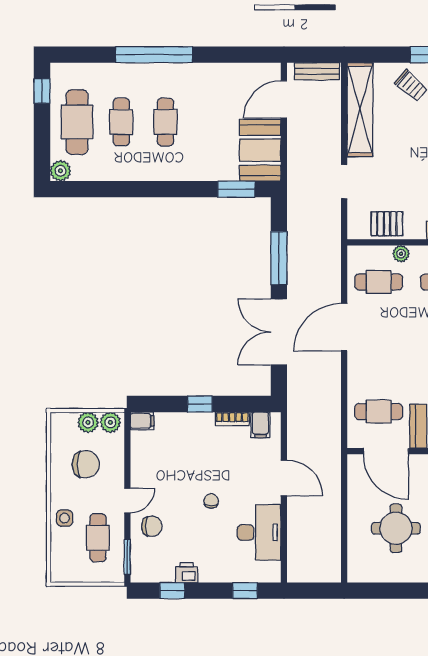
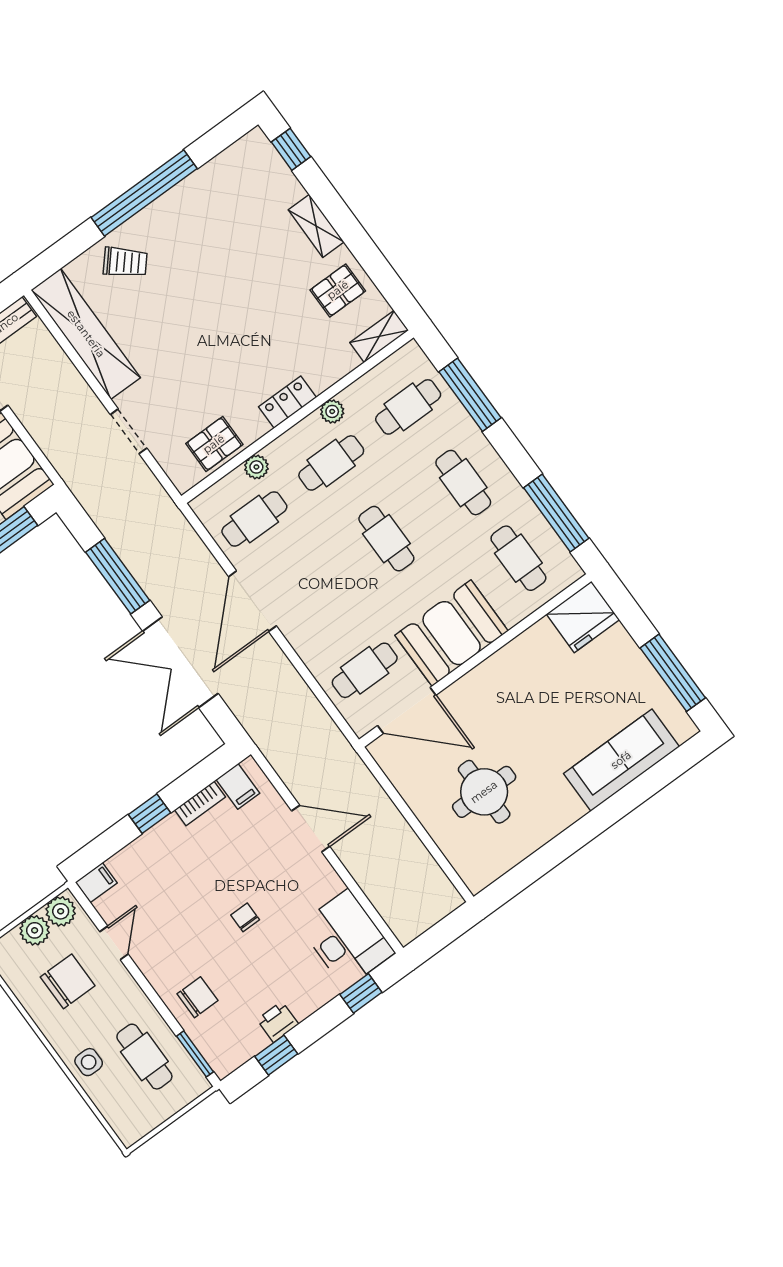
door: (127, 501) -> (114, 943), moved
desk: (259, 533) -> (347, 939), moved

